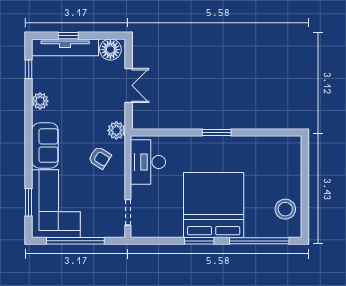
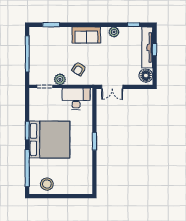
double door: (129, 85) -> (112, 87), moved
plant: (116, 130) -> (60, 79), moved
corner sofa: (56, 204) -> (50, 42), removed

